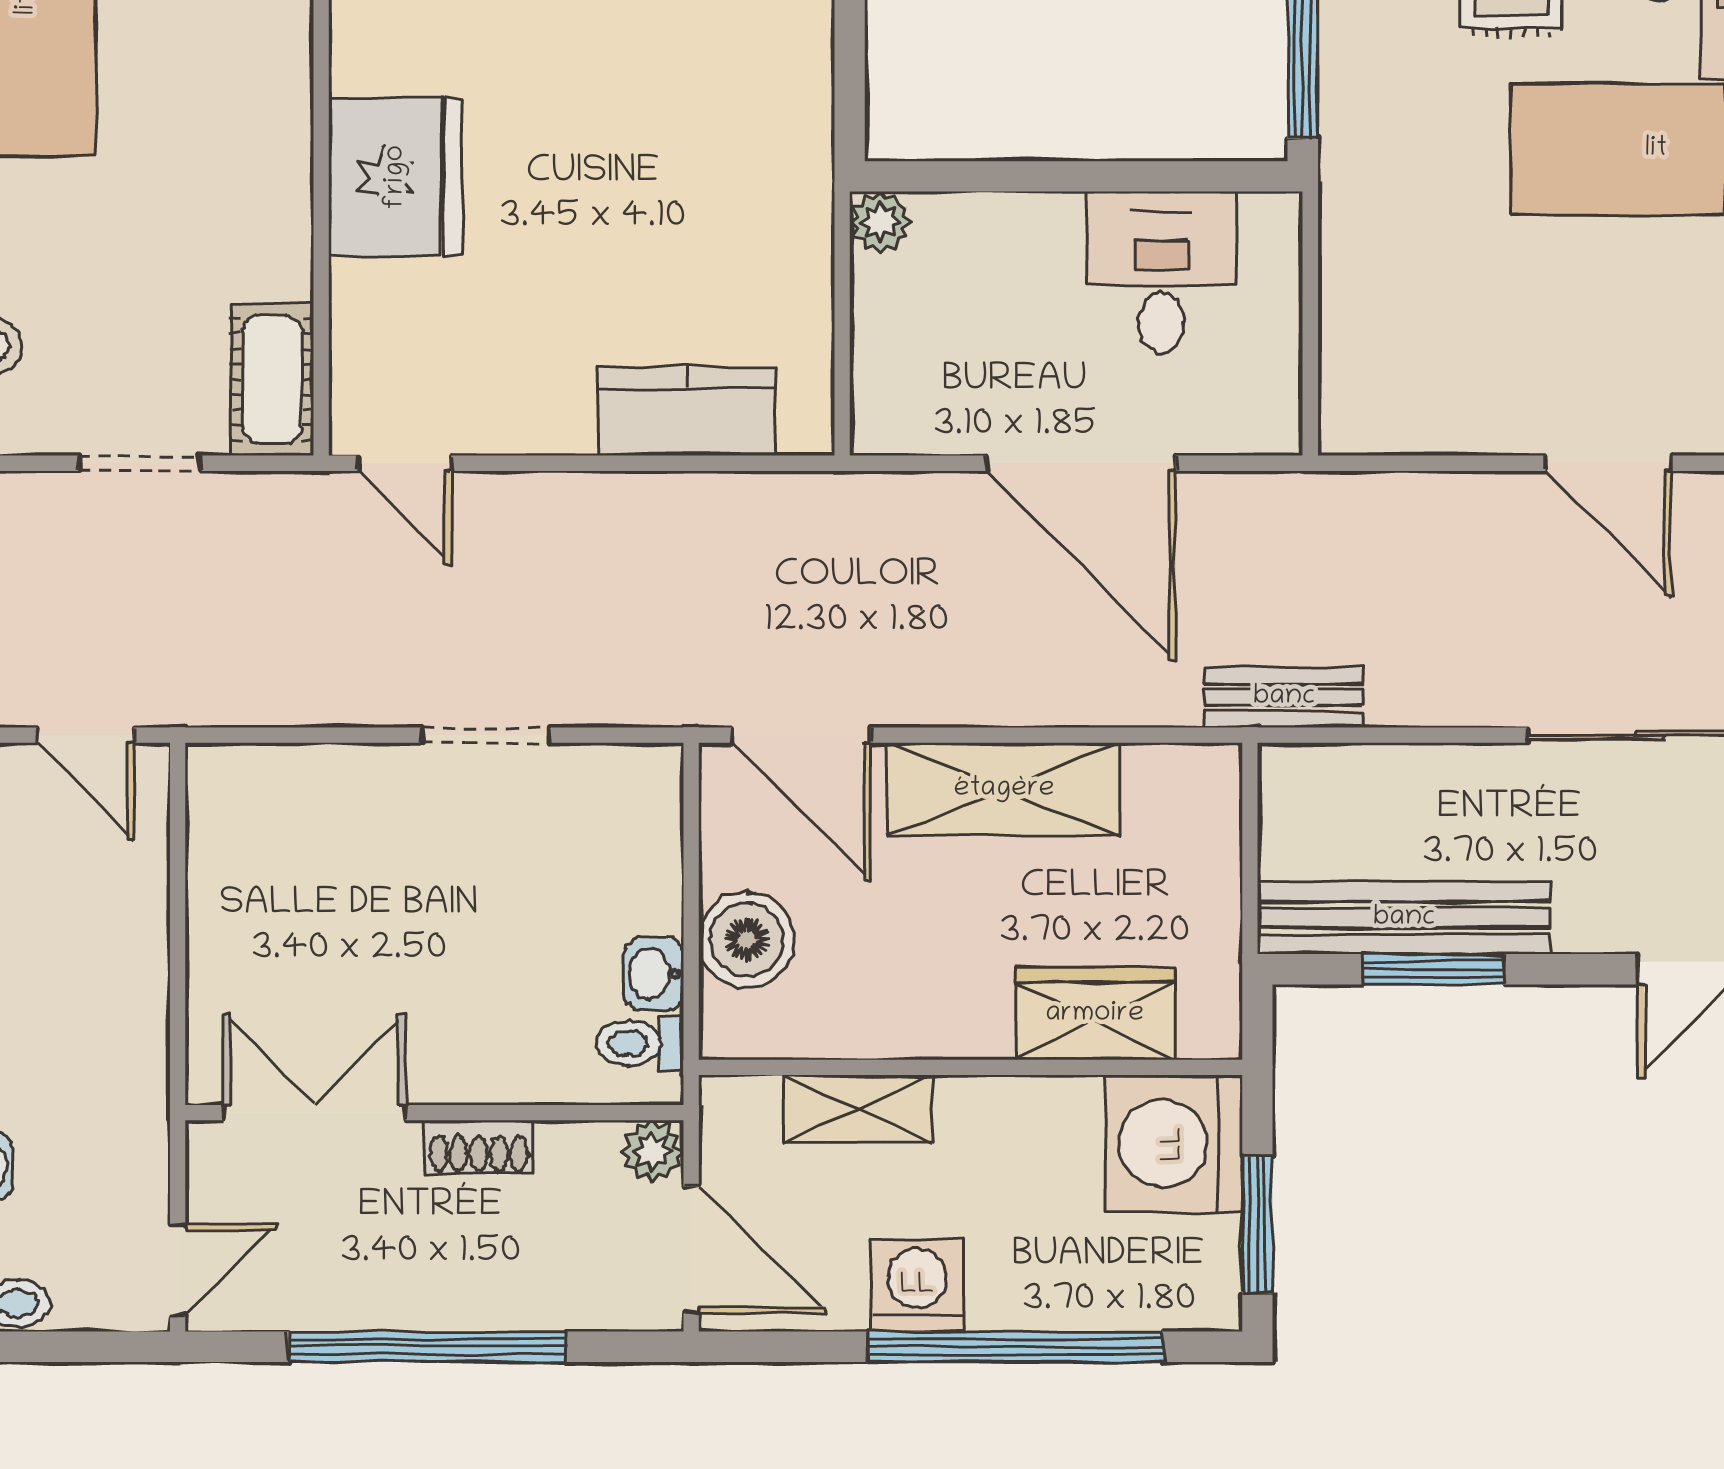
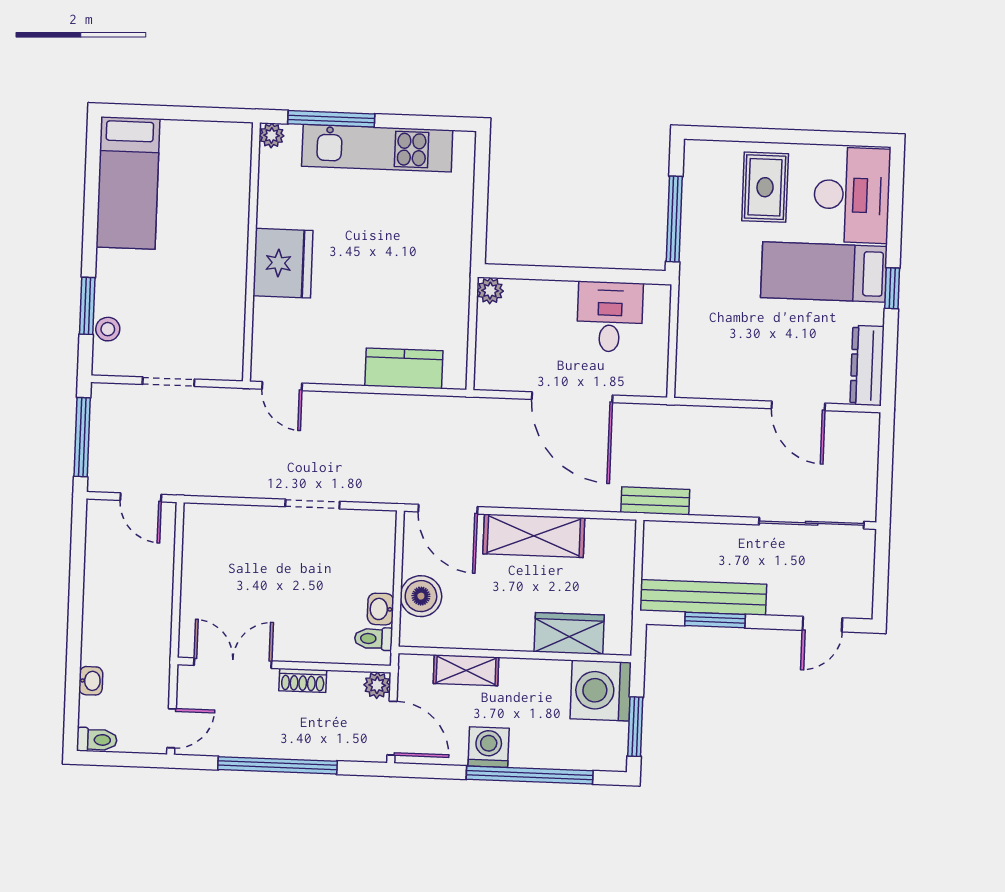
cot: (272, 379) -> (227, 348), removed

